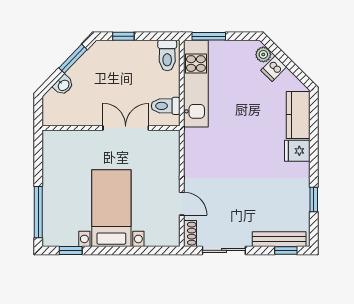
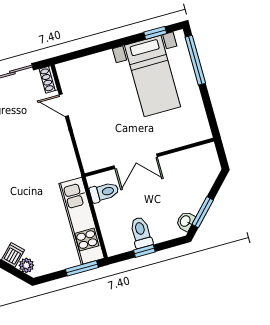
window: (123, 36) -> (144, 251), moved
toilet: (167, 55) -> (141, 233), moved
washbasin: (63, 85) -> (186, 221), moved
bed with nightstands: (111, 208) -> (153, 76), moved

